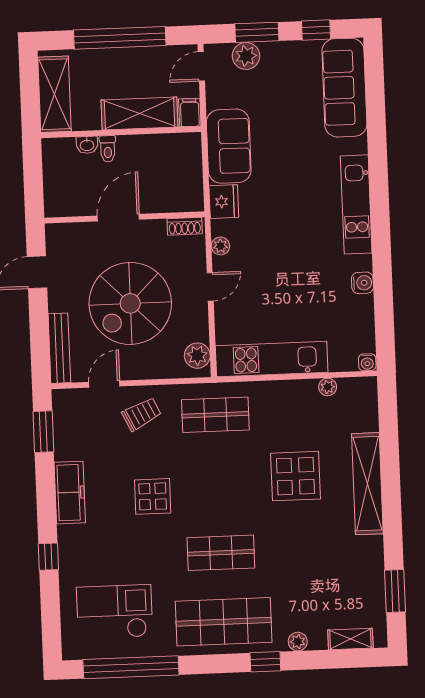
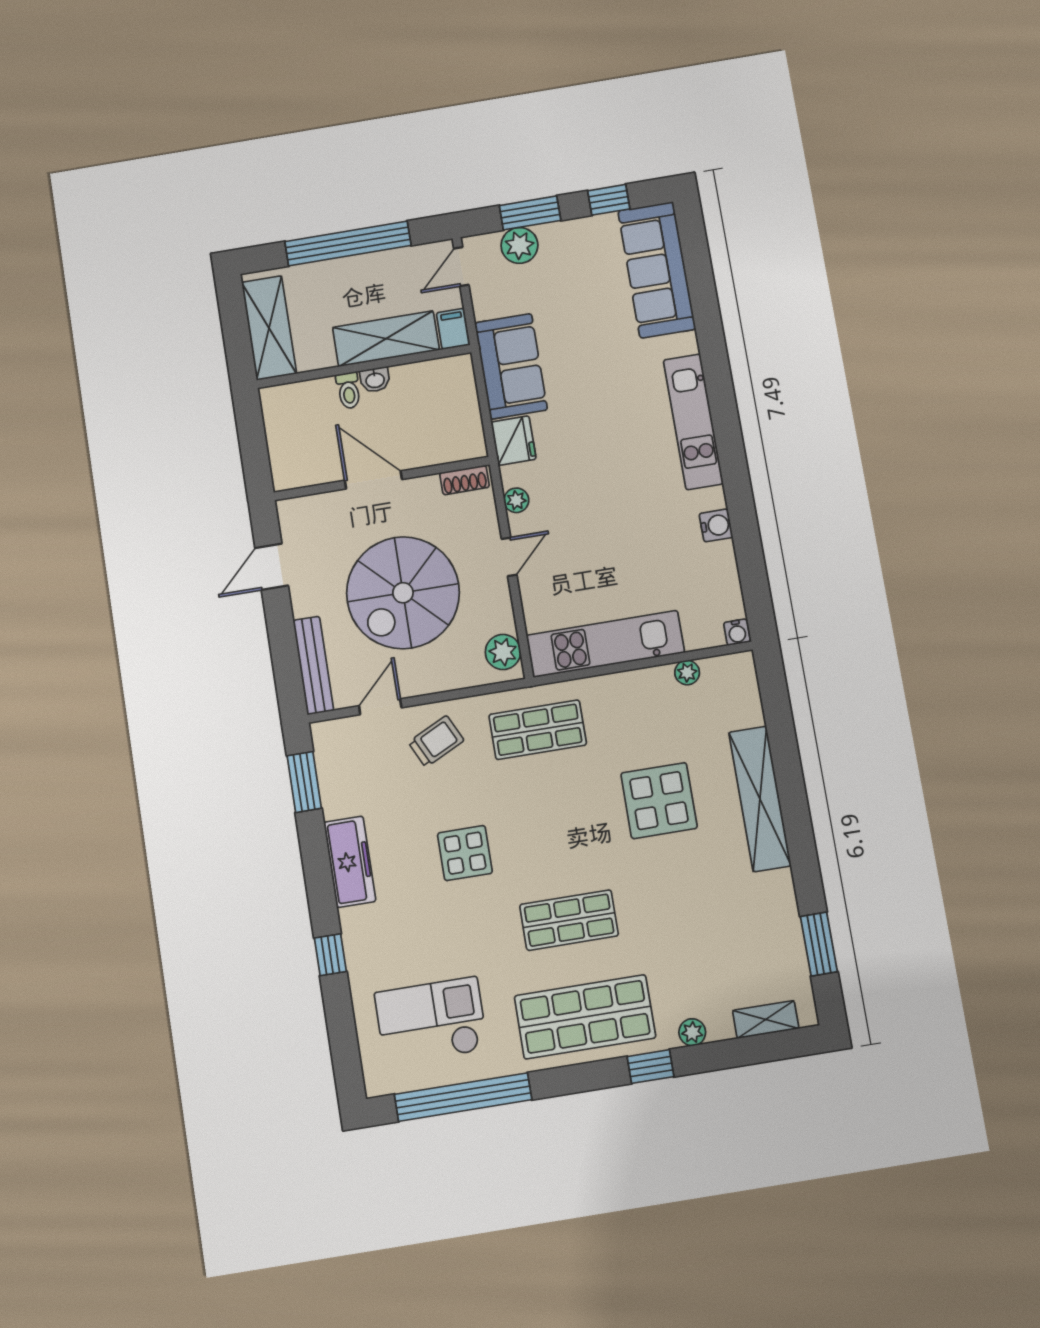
washbasin: (87, 145) -> (375, 380), moved
door: (118, 218) -> (373, 480), hinge flipped

